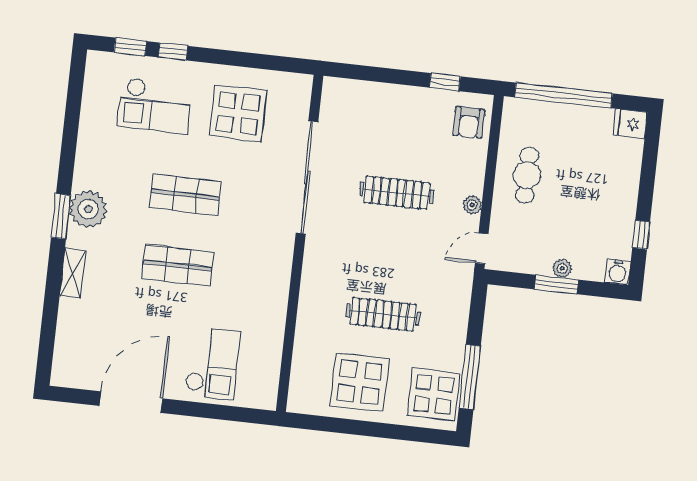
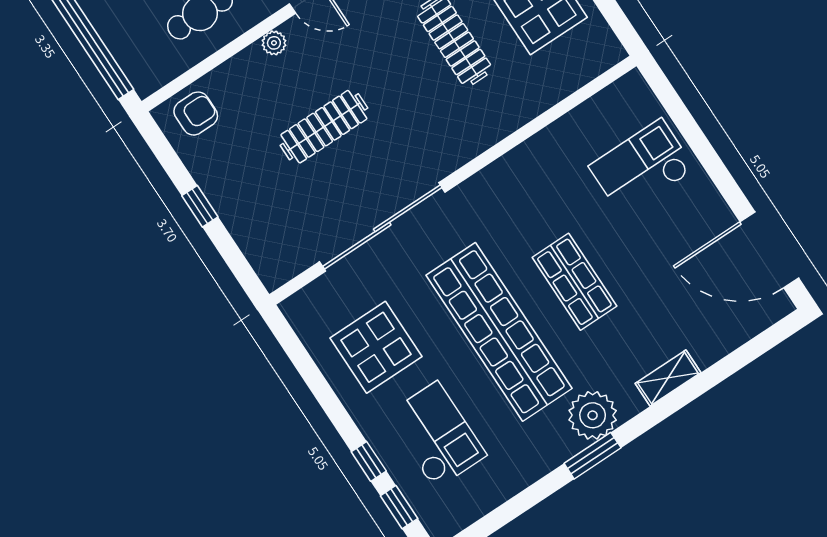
window: (445, 82) -> (200, 206), moved
clothes rail: (397, 193) -> (324, 127), turned 90
shop shelf: (185, 195) -> (499, 332), width x2.00, depth x1.36
window: (61, 216) -> (592, 456), moved
door: (131, 402) -> (769, 250), moved

